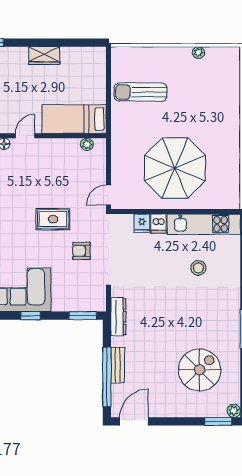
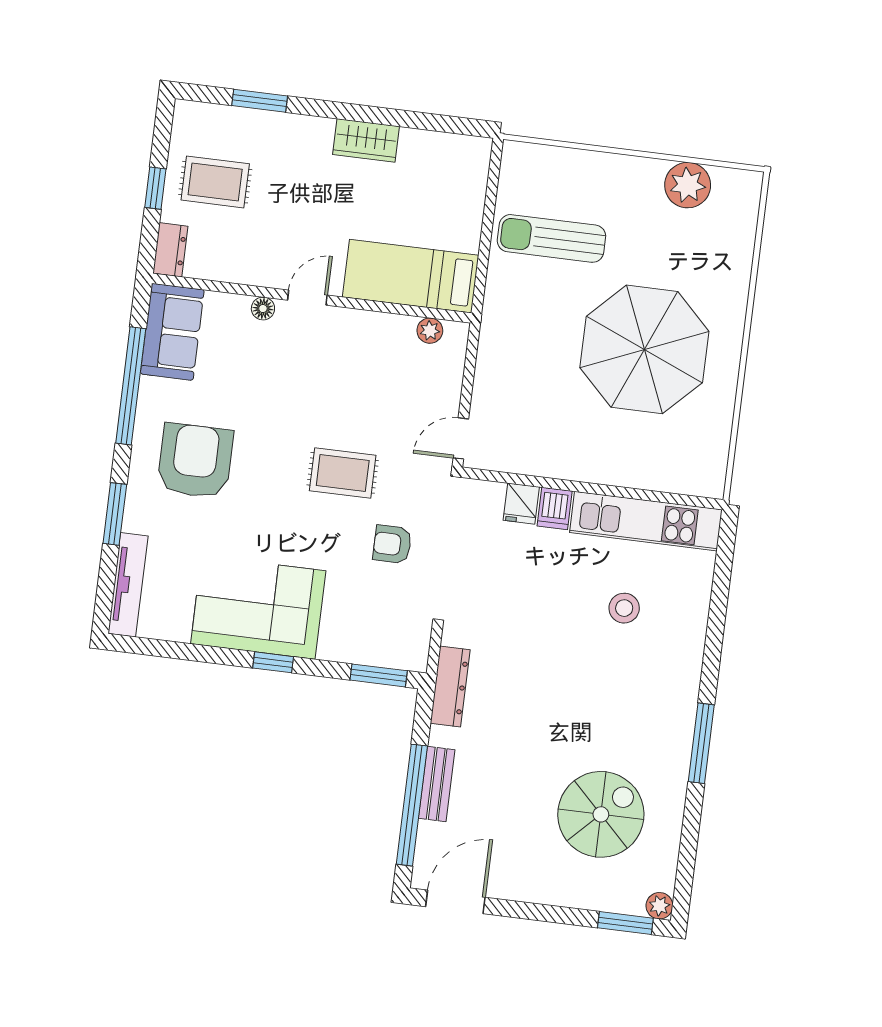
plant: (198, 53) -> (688, 185), width x1.88, depth x1.88
parasol: (175, 168) -> (644, 349), moved

